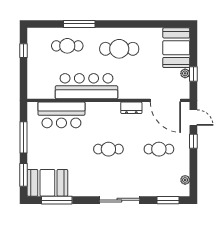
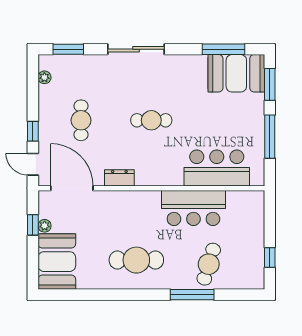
cafe table: (67, 46) -> (209, 264), turned -73
bar counter: (86, 86) -> (193, 208), width x0.73
cafe table: (159, 149) -> (81, 120), turned 90

